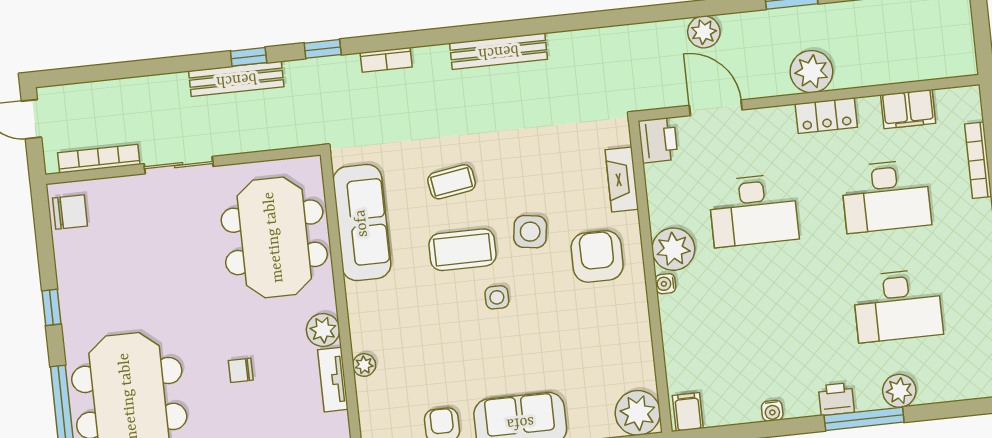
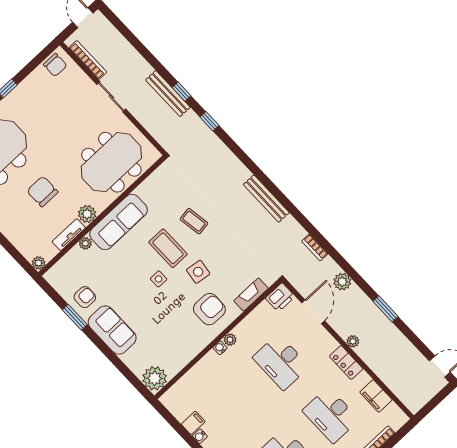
bookcase: (386, 60) -> (315, 248), moved
plant: (811, 72) -> (353, 341), width x0.53, depth x0.53
sofa: (362, 223) -> (119, 222), moved
plant: (673, 249) -> (230, 340), width x0.53, depth x0.53
chair: (241, 370) -> (42, 191), width x1.87, depth x1.87
filing cabinet: (688, 412) -> (193, 423), moved

